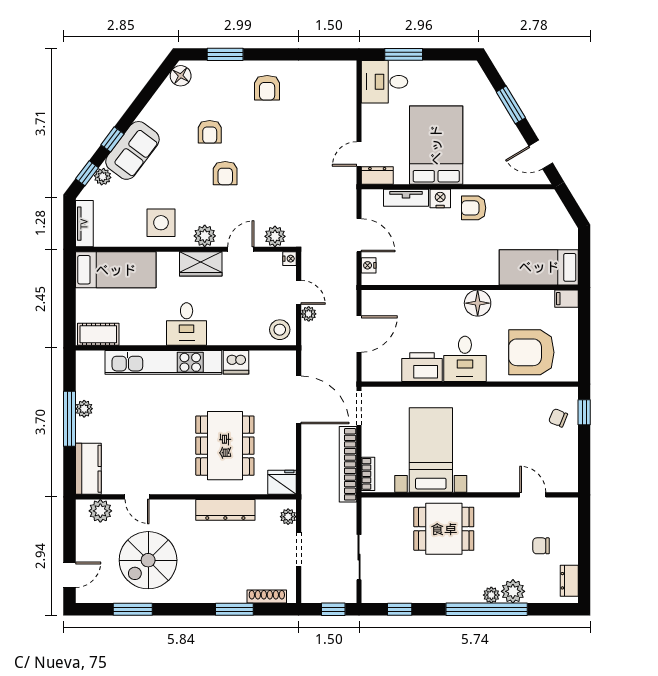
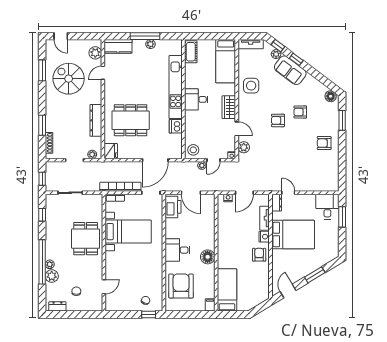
plant: (205, 236) -> (244, 109), removed
printer: (422, 367) -> (173, 207), moved

